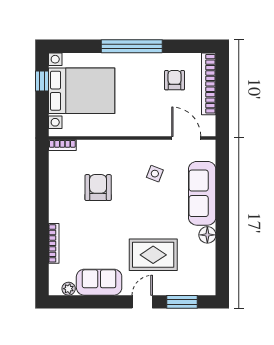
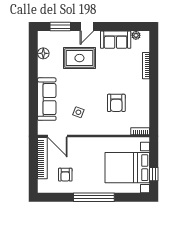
bookcase: (209, 84) -> (42, 158), moved
floor lamp: (207, 235) -> (43, 53), moved

